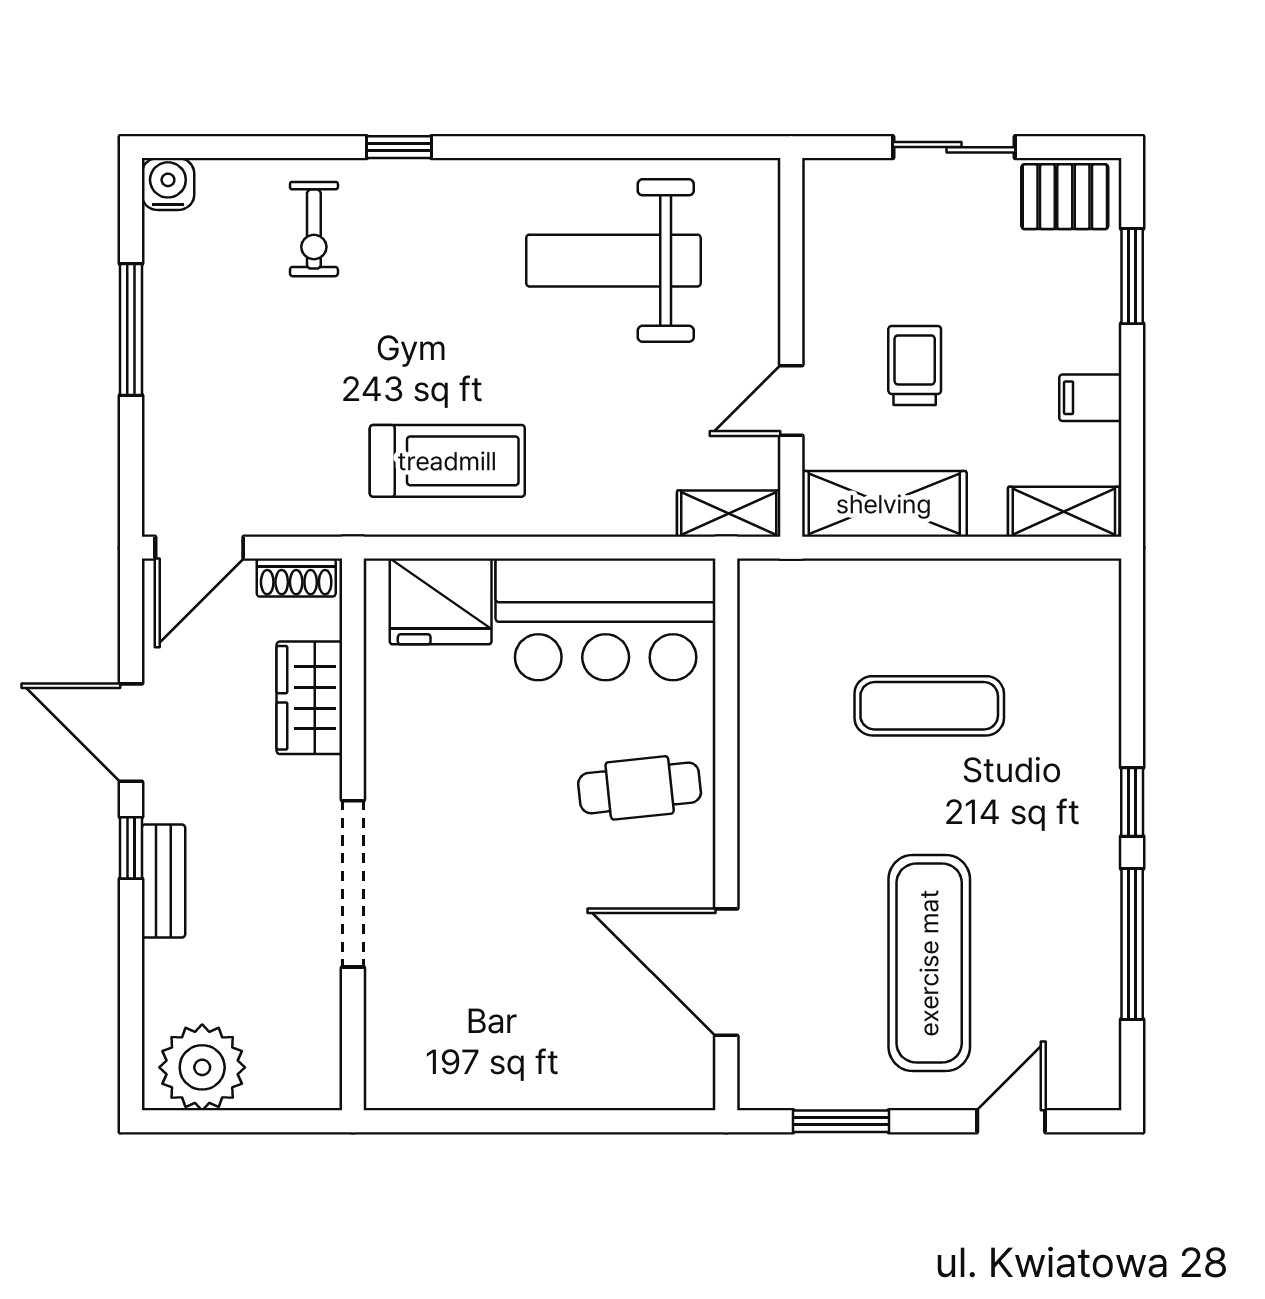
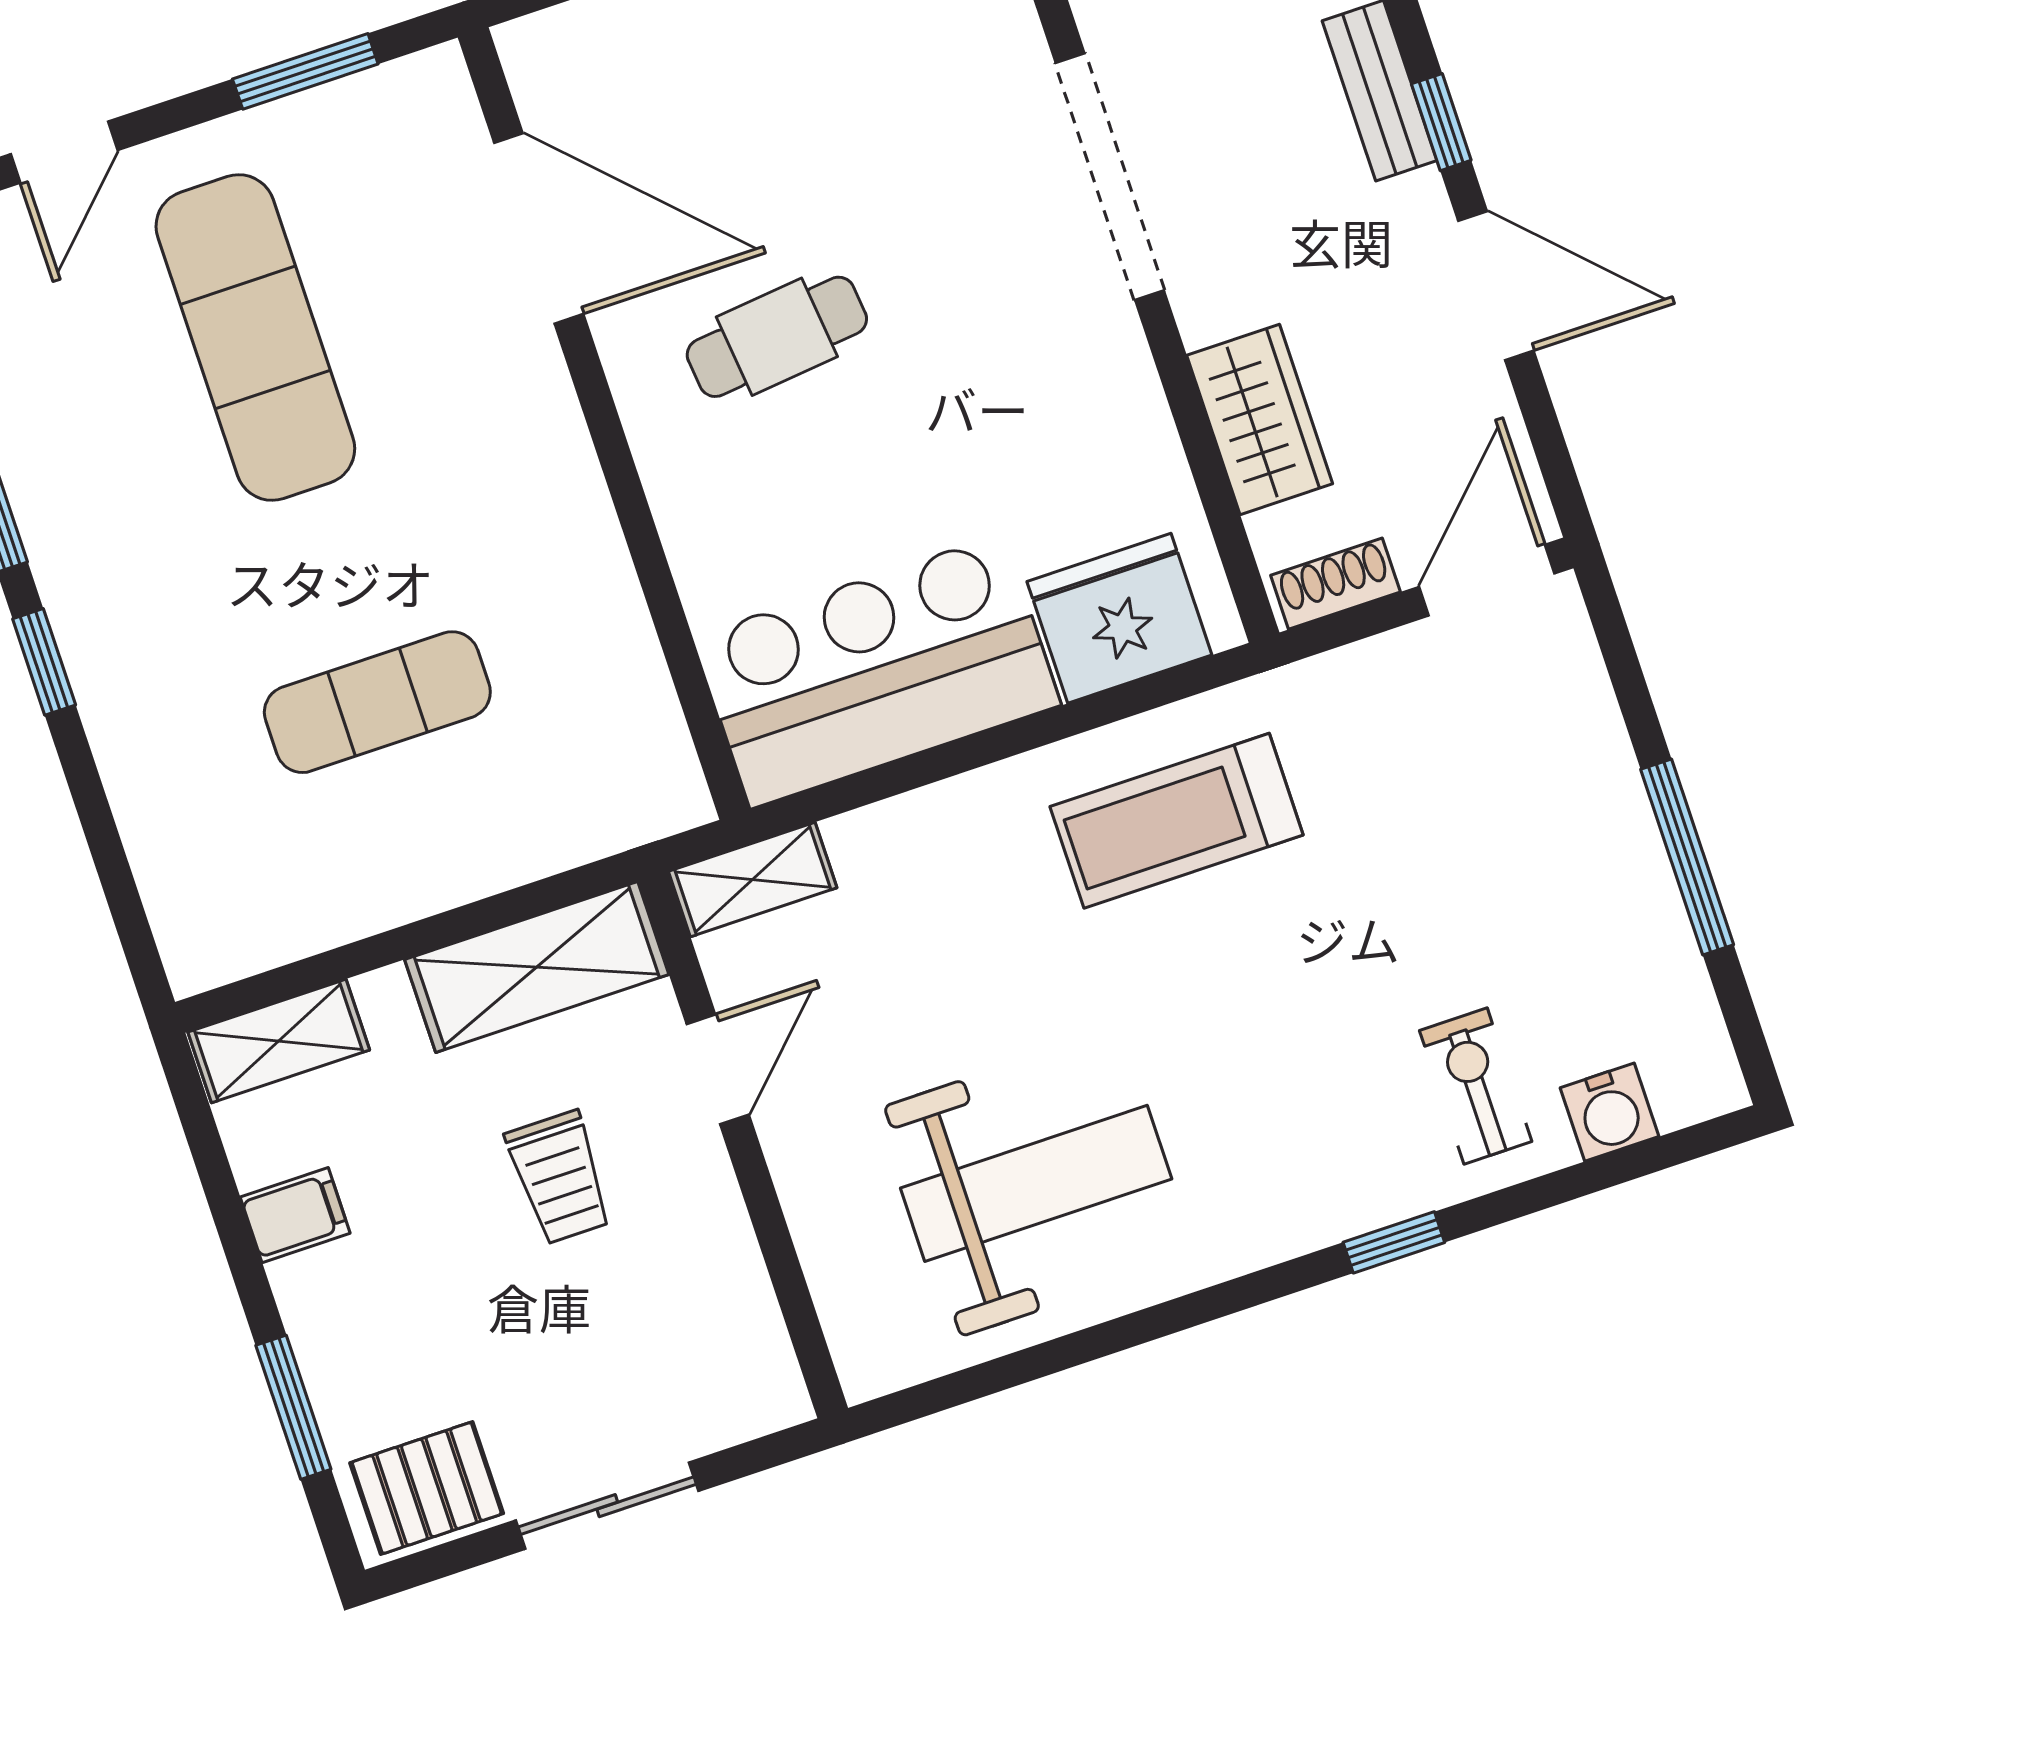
water cooler: (168, 184) -> (1610, 1112), moved
cafe table: (640, 788) -> (777, 337), moved

